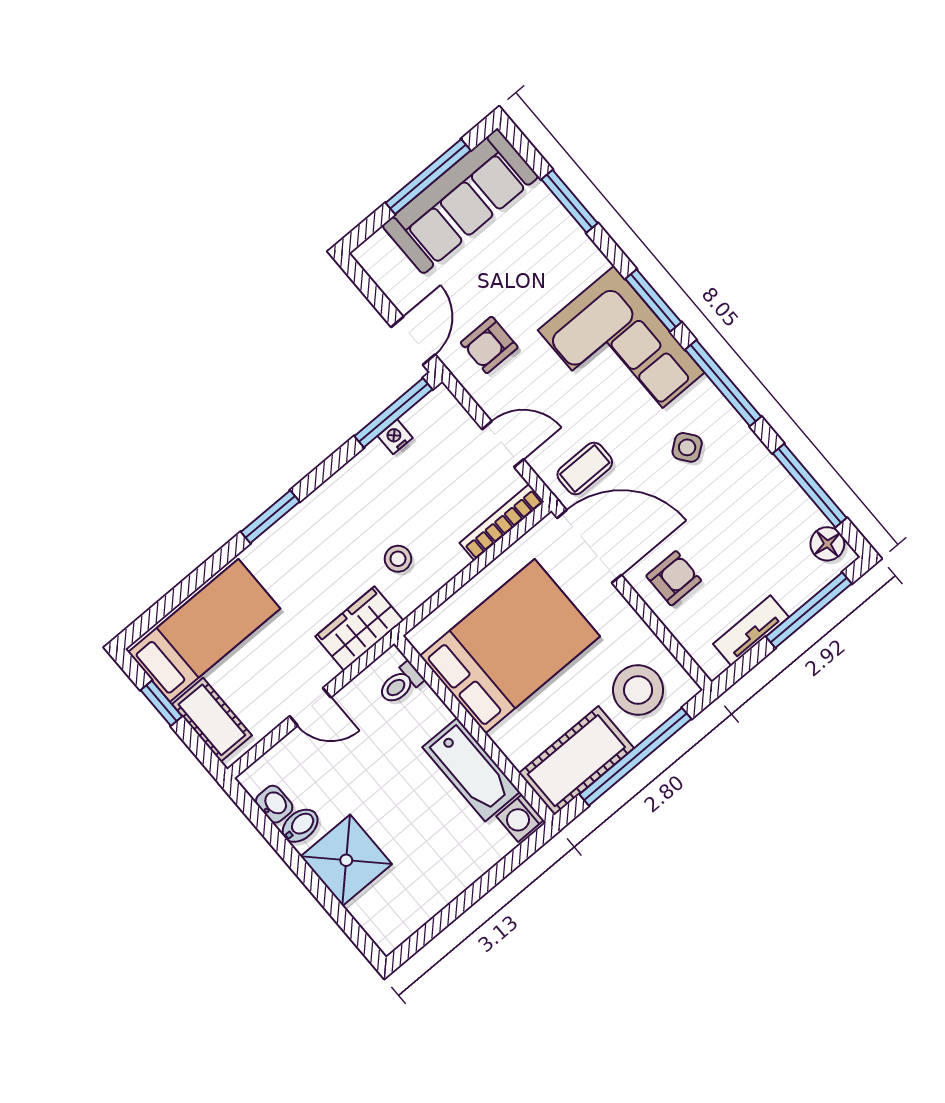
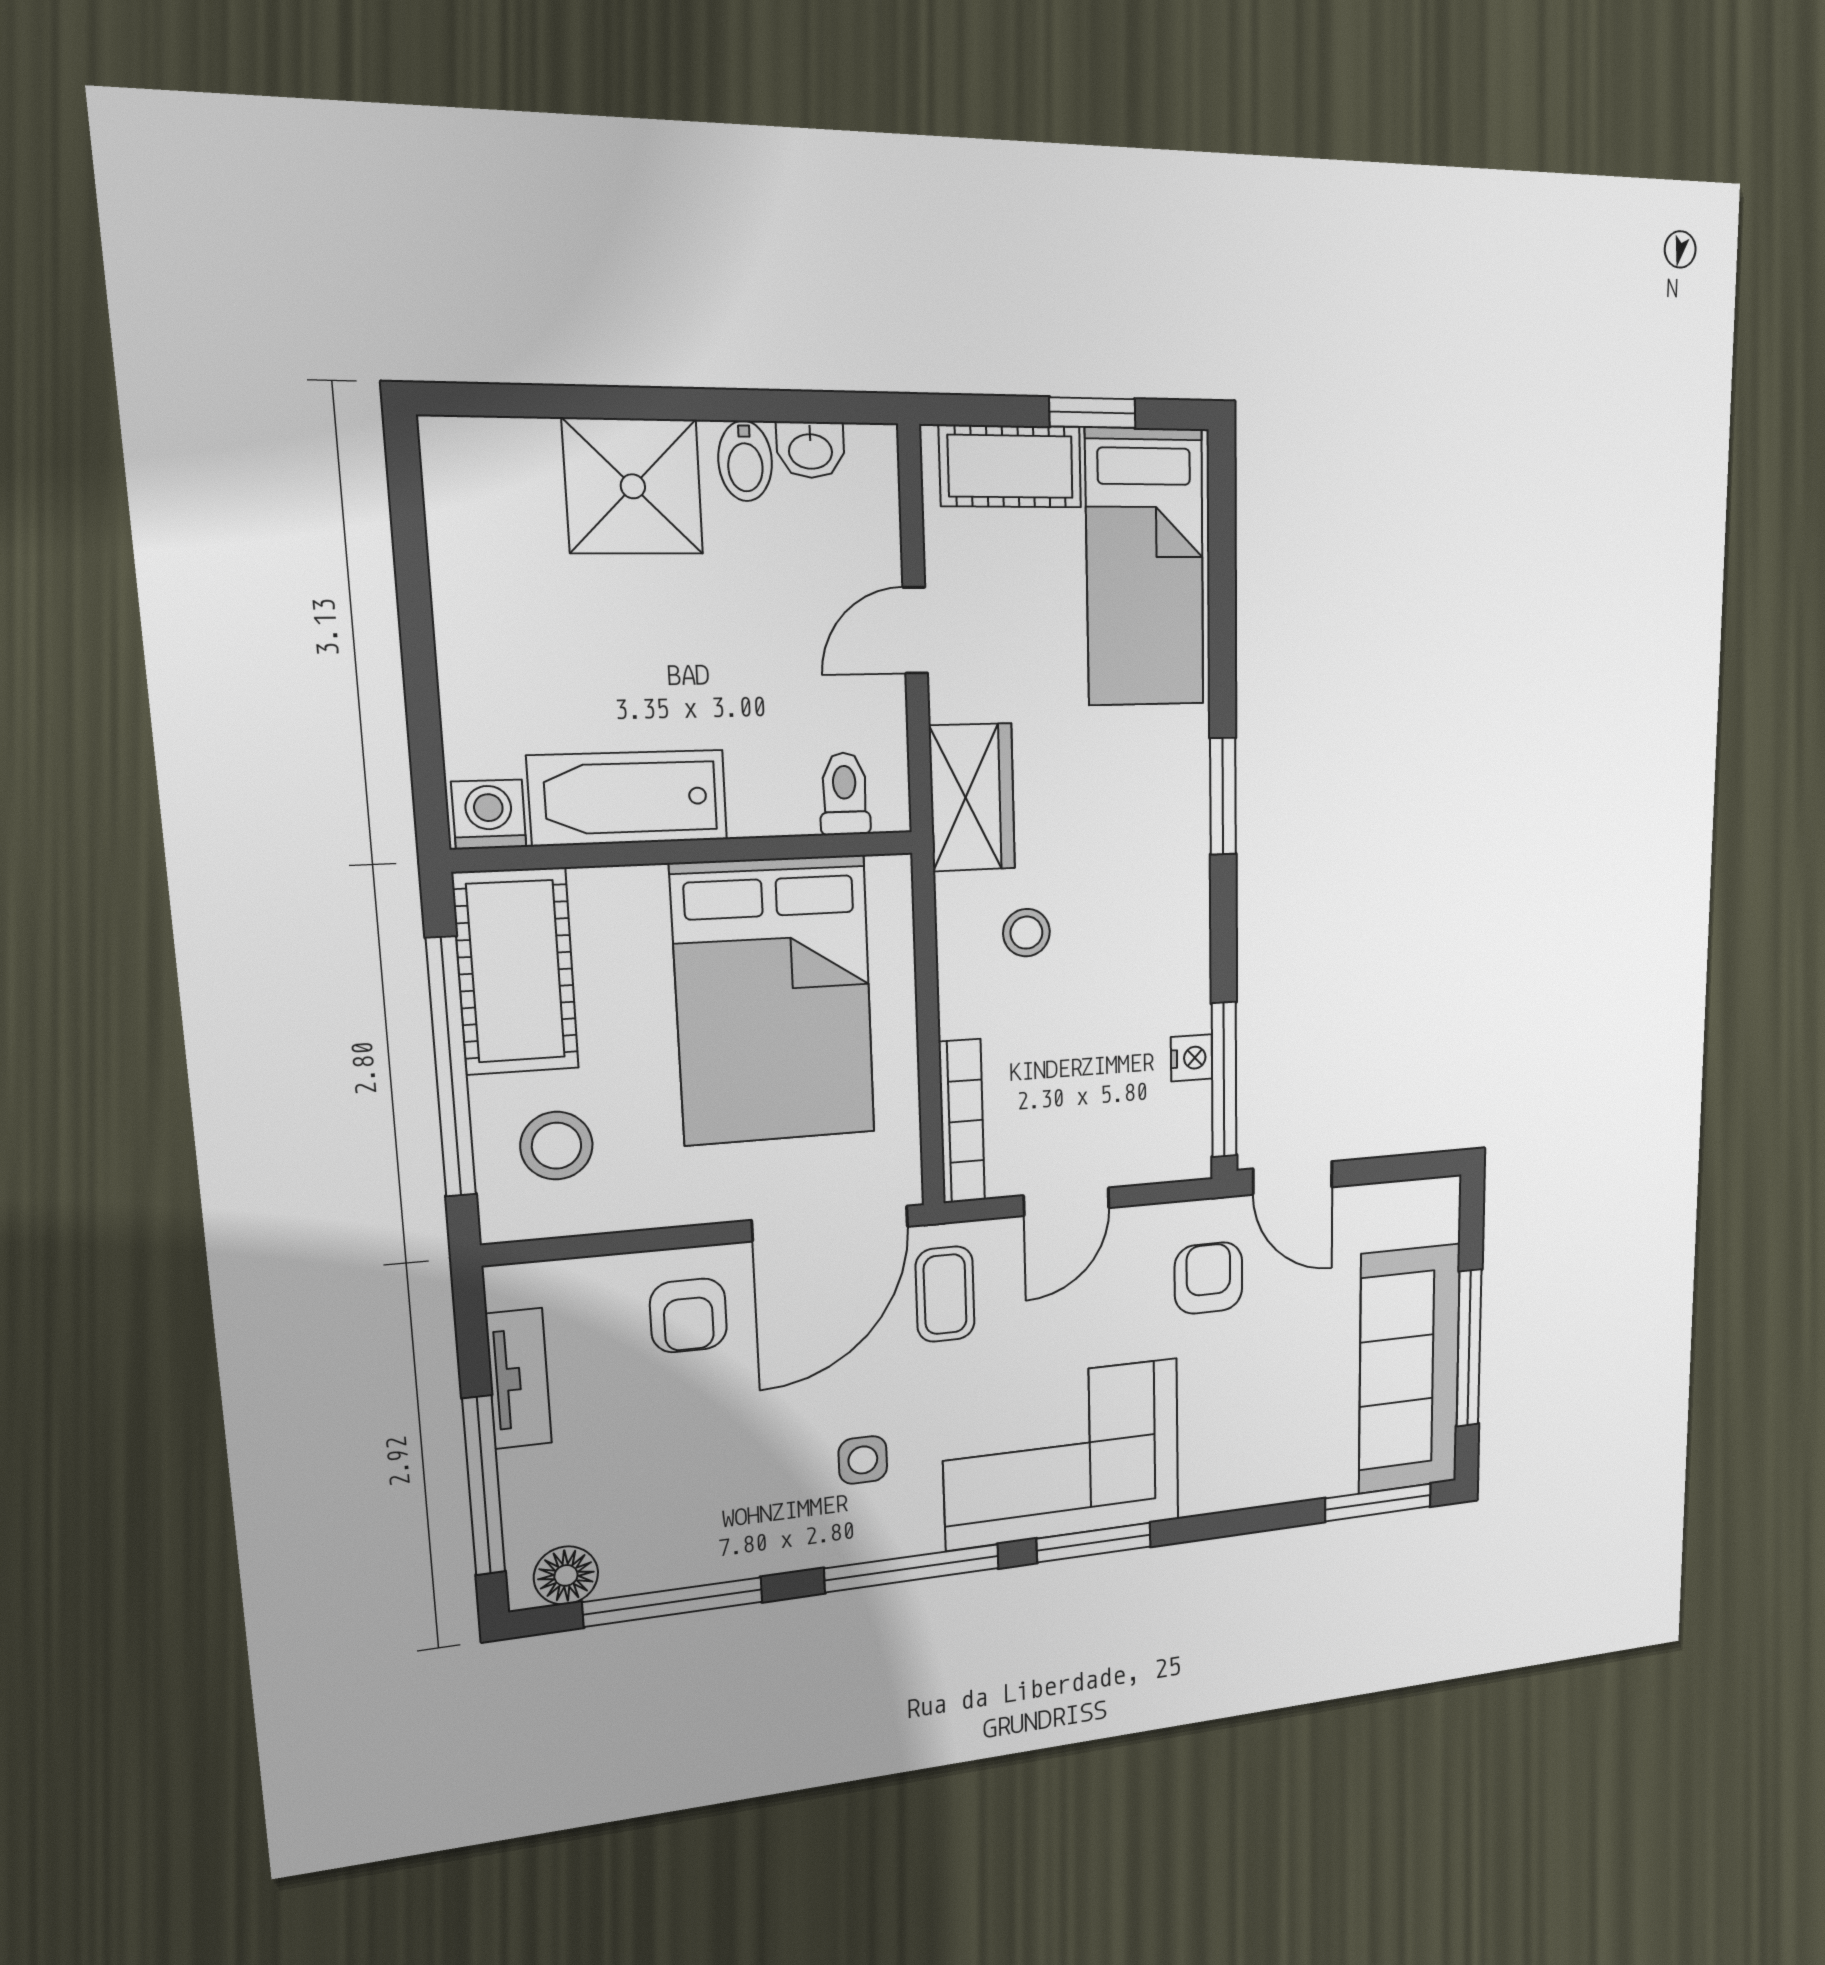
window: (569, 201) -> (1378, 1502), moved
side table: (687, 447) -> (863, 1460), turned 37
stool: (638, 690) -> (556, 1146), width x0.73, depth x0.73

